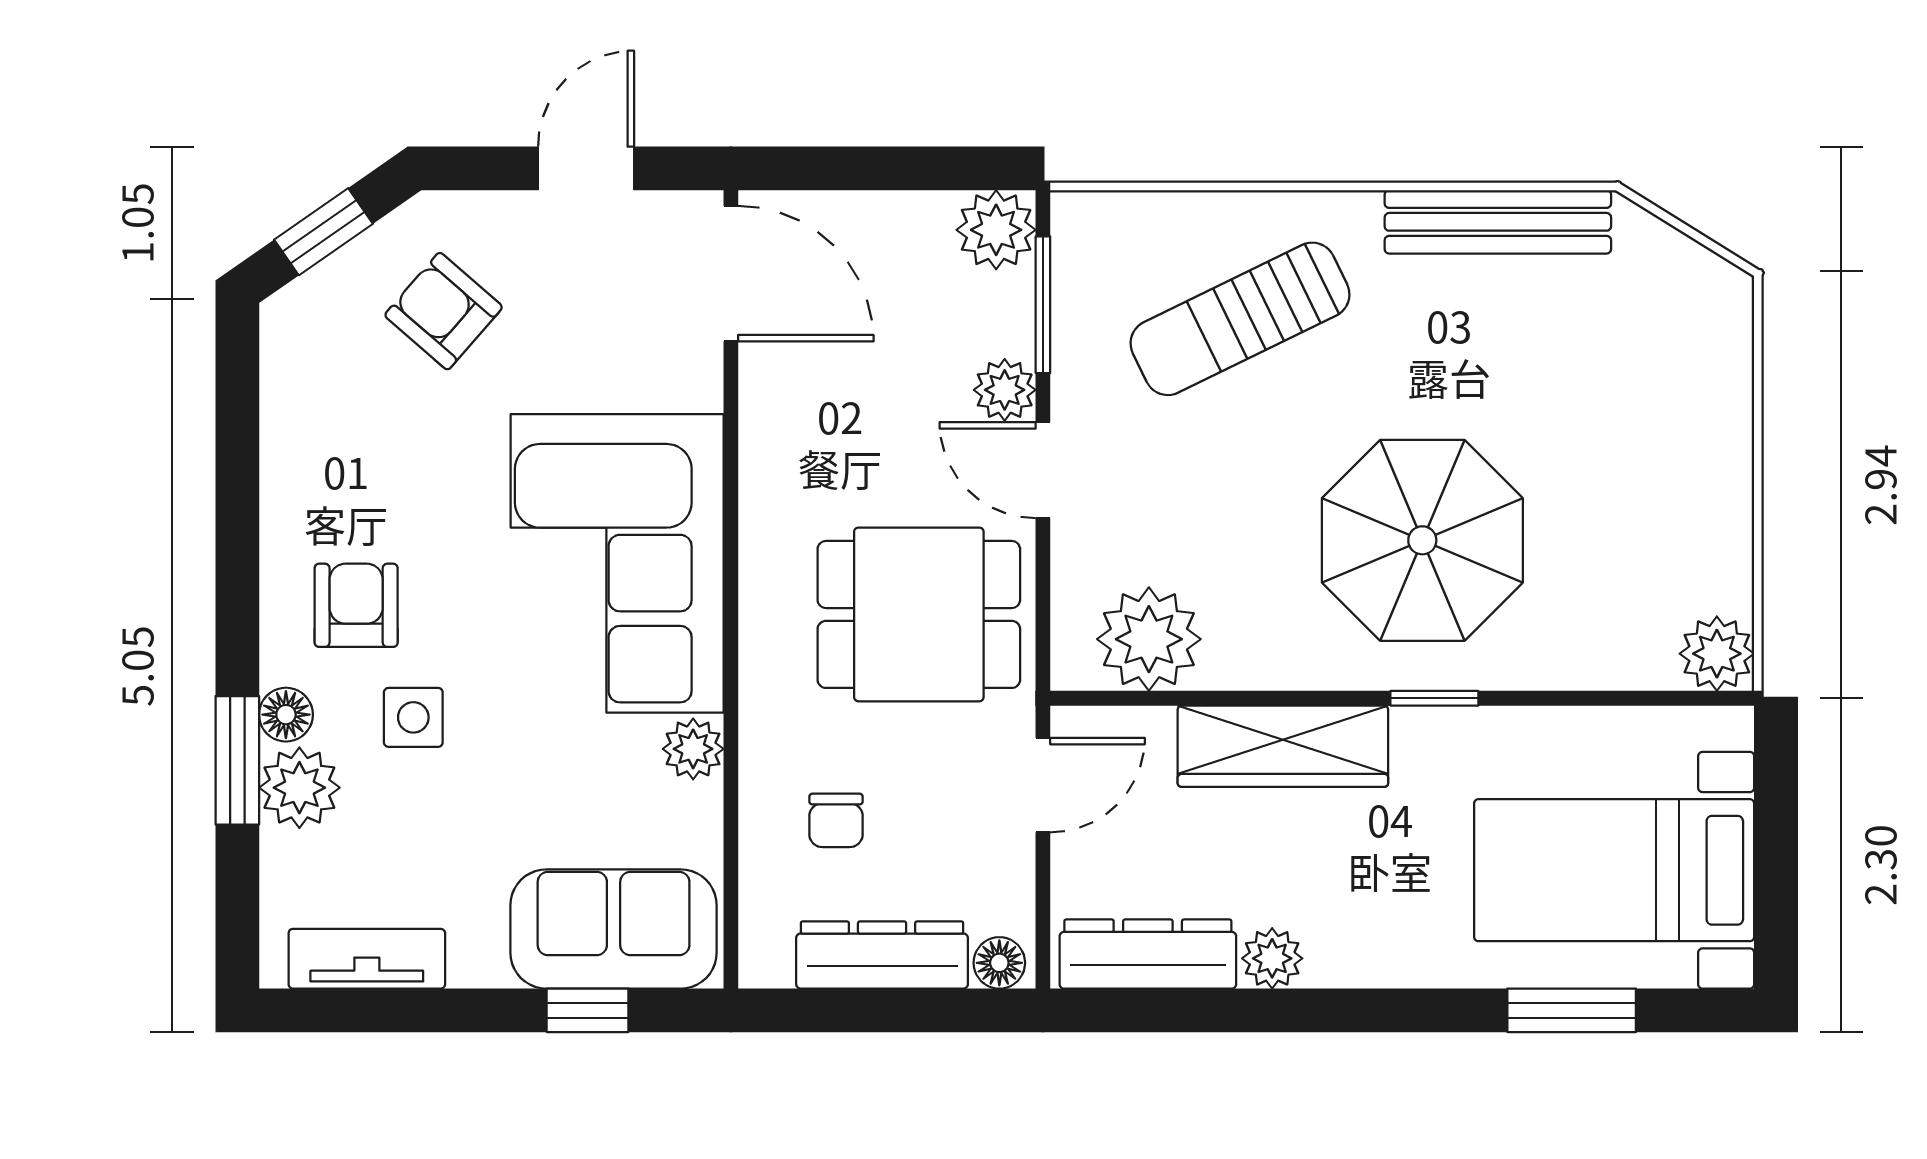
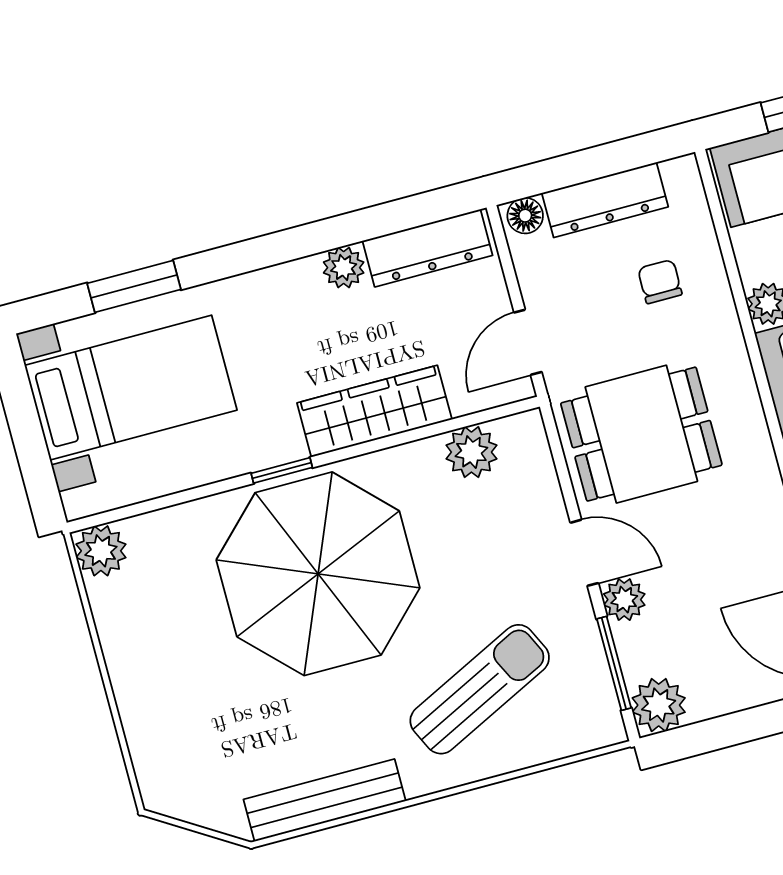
parasol: (1422, 540) -> (318, 574), width x1.36, depth x1.36
plant: (1149, 639) -> (471, 452), width x0.73, depth x0.73

